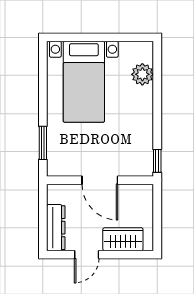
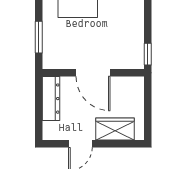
dresser: (56, 228) -> (51, 99), moved

